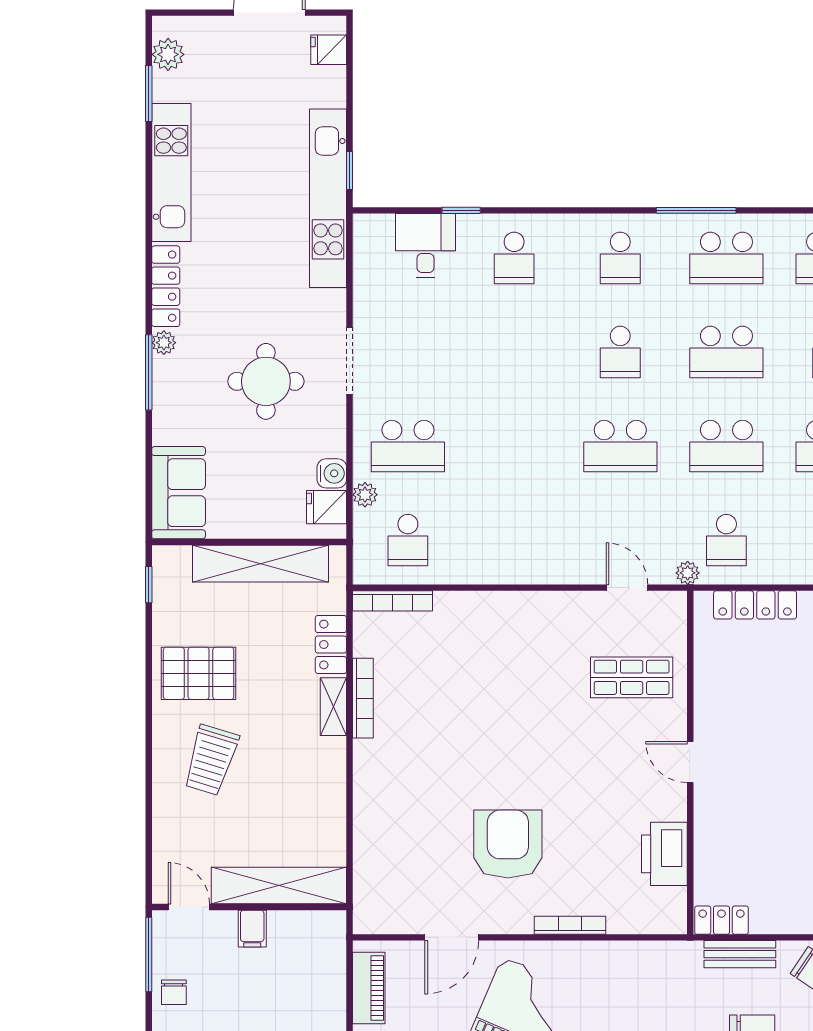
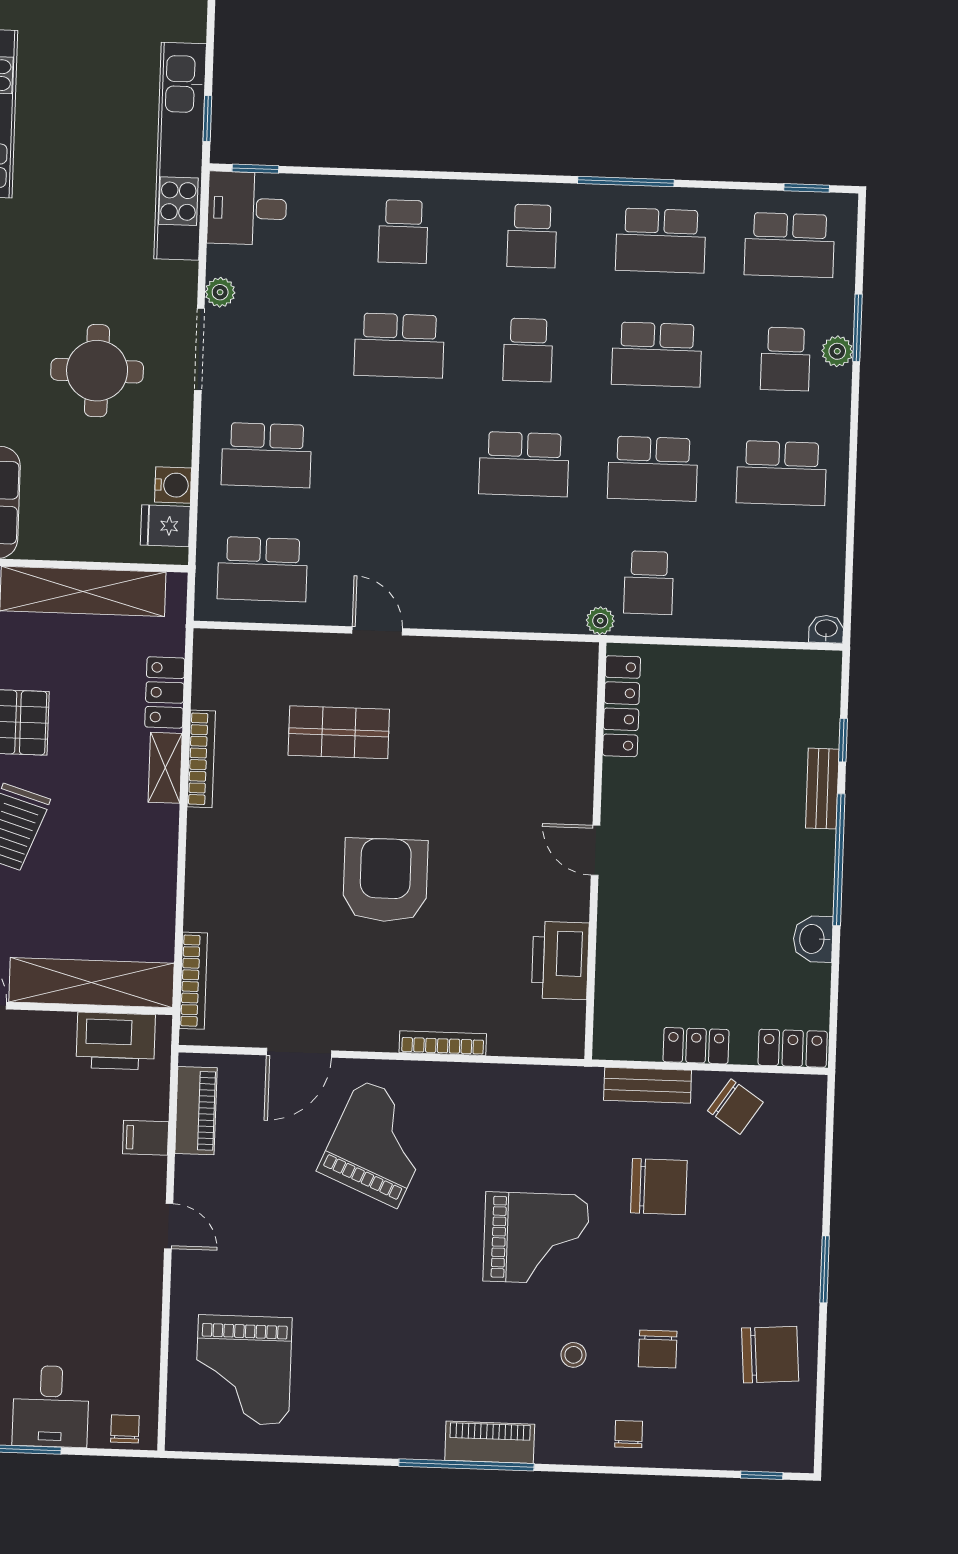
window: (461, 210) -> (255, 169), moved
desk: (426, 246) -> (247, 208), moved, turned -90
school desk: (514, 352) -> (399, 346), added
plant: (365, 495) -> (220, 292), moved
school desk: (408, 540) -> (263, 569), width x1.85
door: (627, 588) -> (377, 631), moved
bookcase: (392, 601) -> (193, 981), moved, turned -90
locker: (755, 605) -> (621, 706), moved, turned -90
shop shelf: (632, 677) -> (339, 732), moved
armchair: (508, 844) -> (385, 880), moved
locker: (721, 920) -> (696, 1046), moved
filing cabinet: (252, 929) -> (146, 1138), moved, turned 90
printer: (300, 933) -> (116, 1041), added

